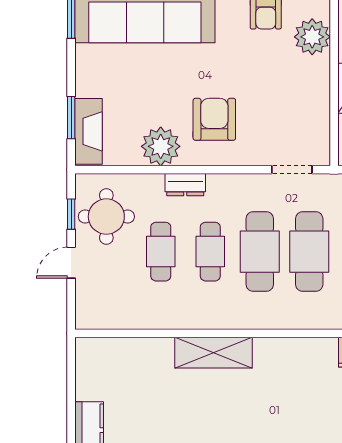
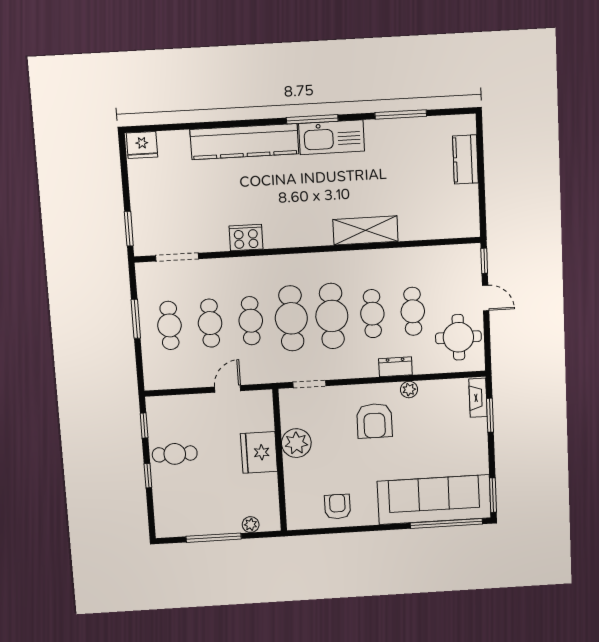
plant: (312, 37) -> (296, 443), moved
fireplace: (88, 131) -> (478, 398), width x0.73, depth x0.76
plant: (161, 146) -> (409, 390), width x0.53, depth x0.53
window: (71, 214) -> (484, 261), moved
door: (71, 263) -> (486, 298), hinge flipped

